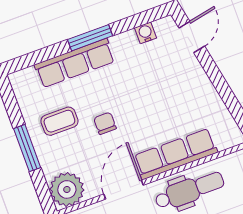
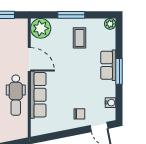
row of seats: (75, 63) -> (108, 65), width x0.68
plant: (19, 80) -> (110, 24), added
chair: (105, 123) -> (79, 114), moved

